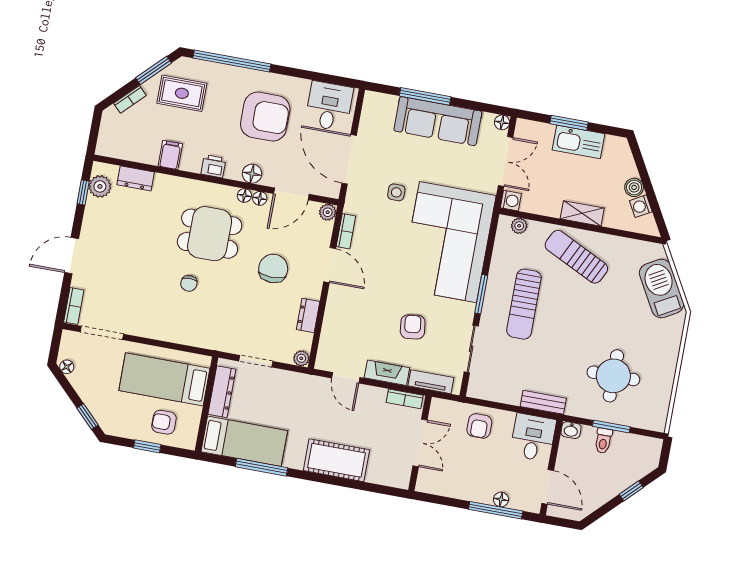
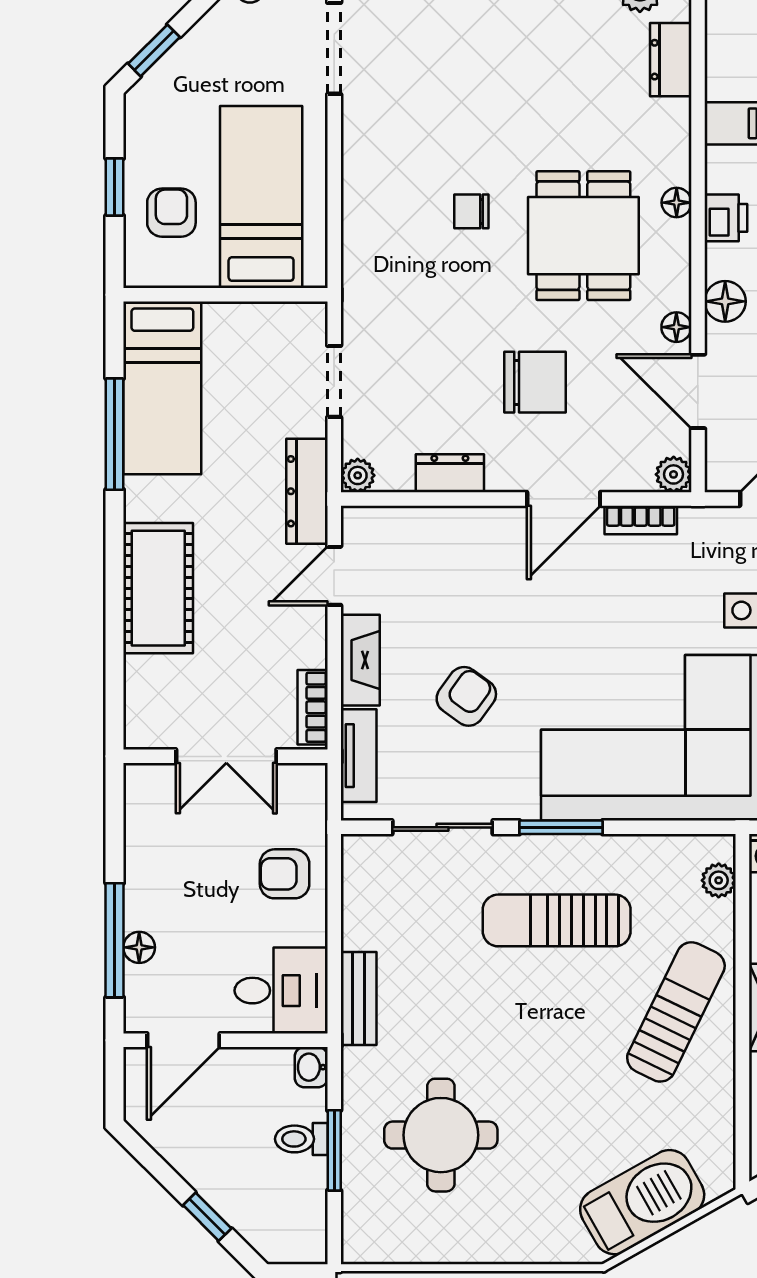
floor lamp: (244, 195) -> (677, 203), moved
armchair: (413, 327) -> (466, 696), turned -47
dresser: (222, 392) -> (307, 491), moved, turned 90

